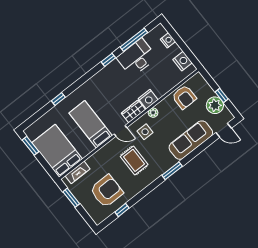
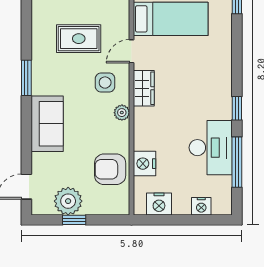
nightstand: (148, 99) -> (145, 164), moved
sofa: (191, 140) -> (47, 124), width x0.73

